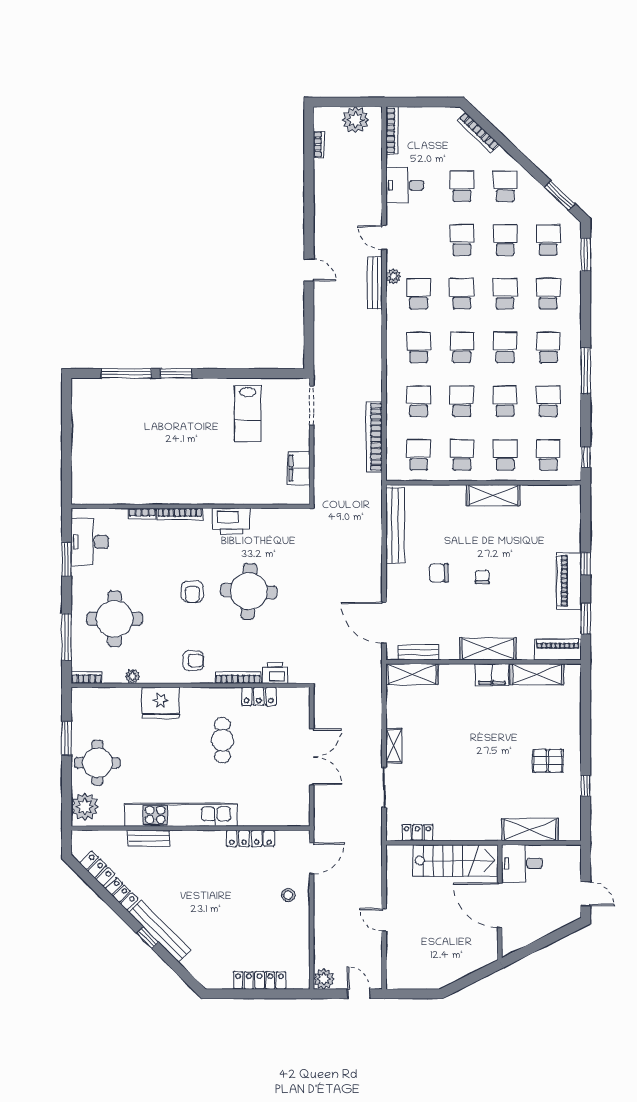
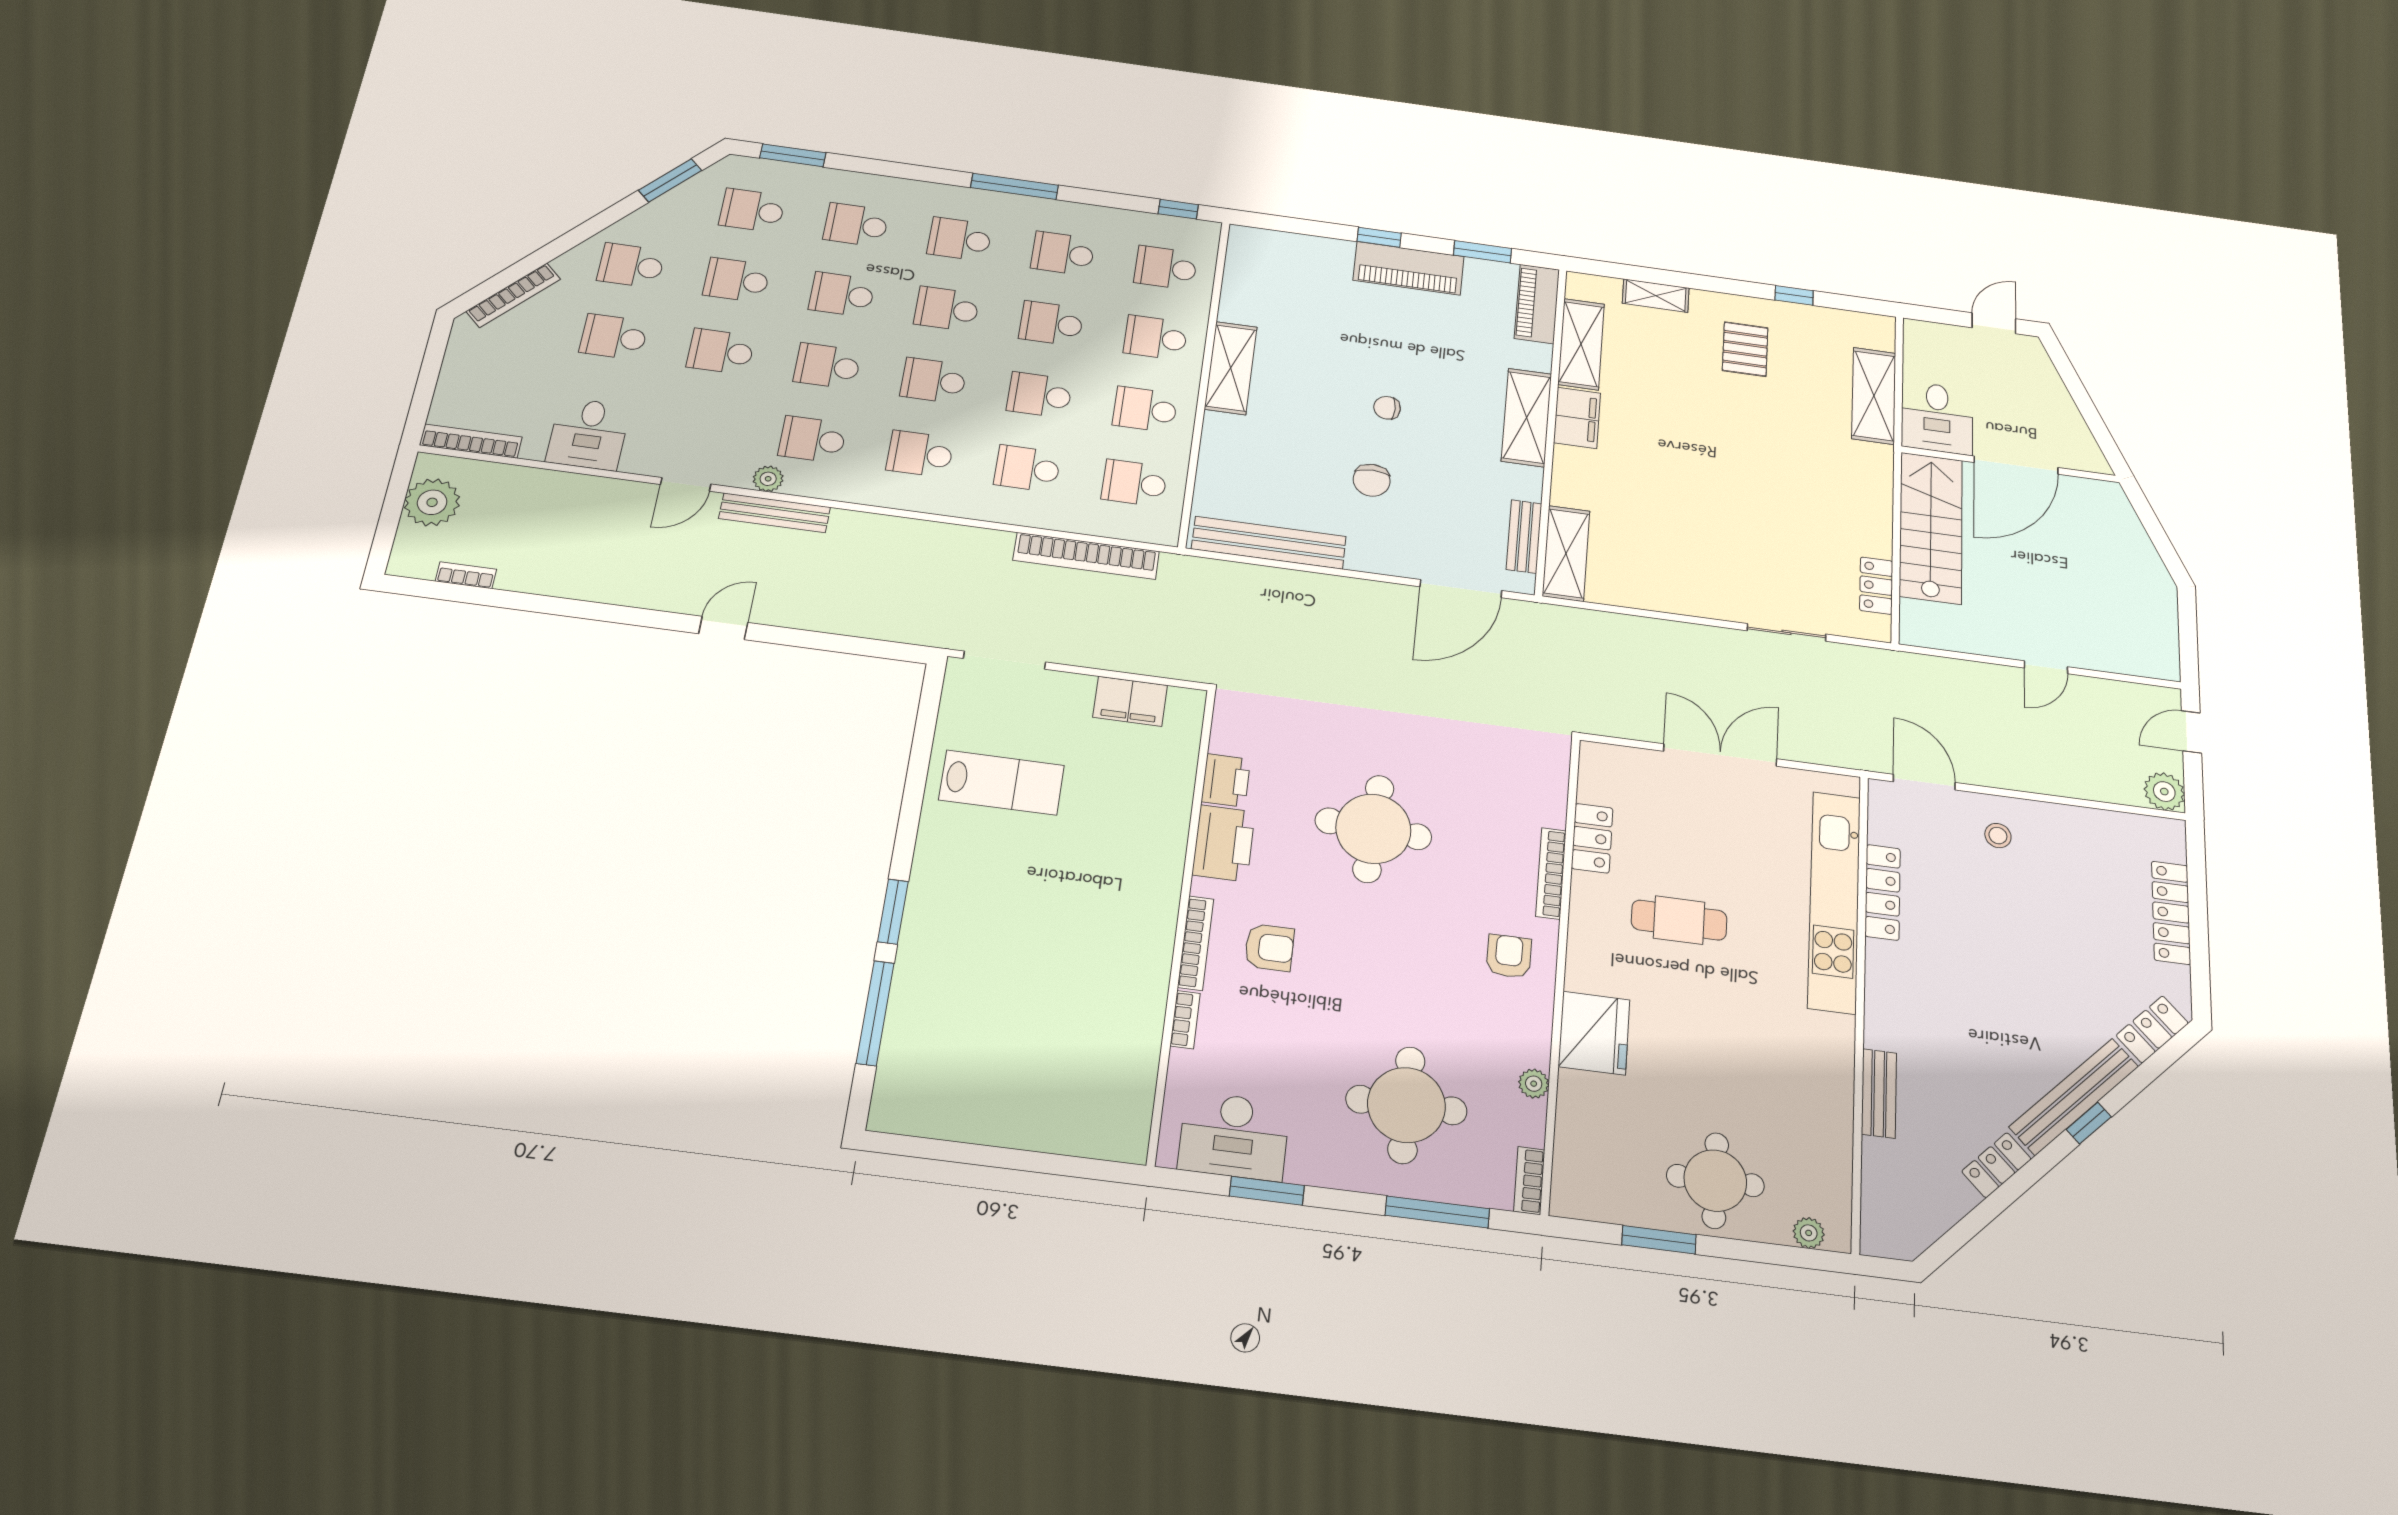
armchair: (192, 592) -> (1269, 947), moved
printer: (275, 673) -> (1226, 780), moved, turned 180
shelving: (394, 746) -> (1656, 296), moved
plant: (85, 807) -> (1809, 1233), width x0.53, depth x0.53
kitchen unit: (181, 815) -> (1834, 901), moved
locker: (97, 868) -> (2152, 1029), moved

